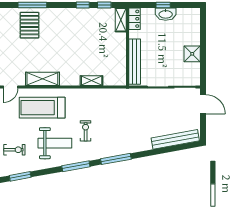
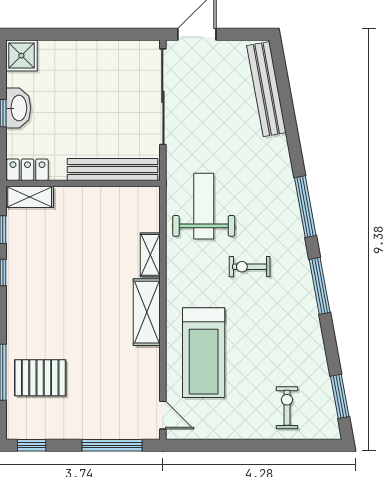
shower: (192, 54) -> (21, 56), moved
shelving: (42, 79) -> (147, 312), moved
weight bench: (55, 143) -> (204, 206), moved

